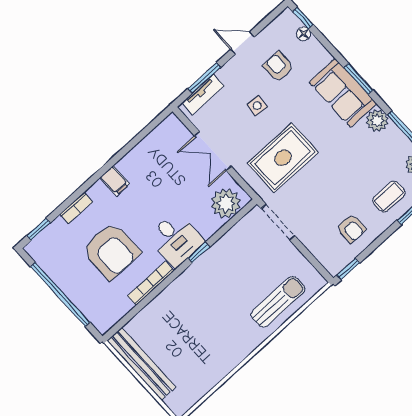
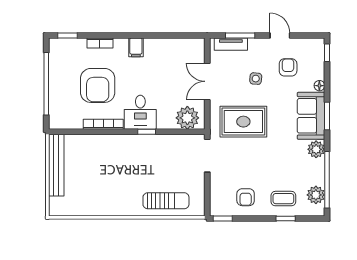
floor lamp: (304, 34) -> (319, 86), moved

